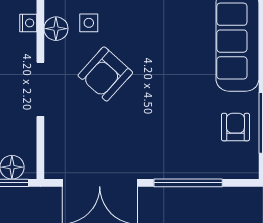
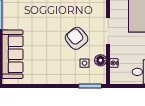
armchair: (105, 74) -> (77, 38), turned -81
armchair: (235, 127) -> (13, 13), removed

